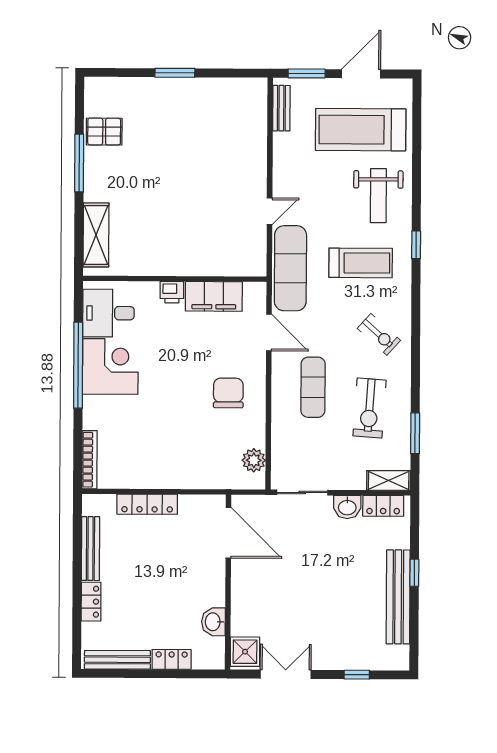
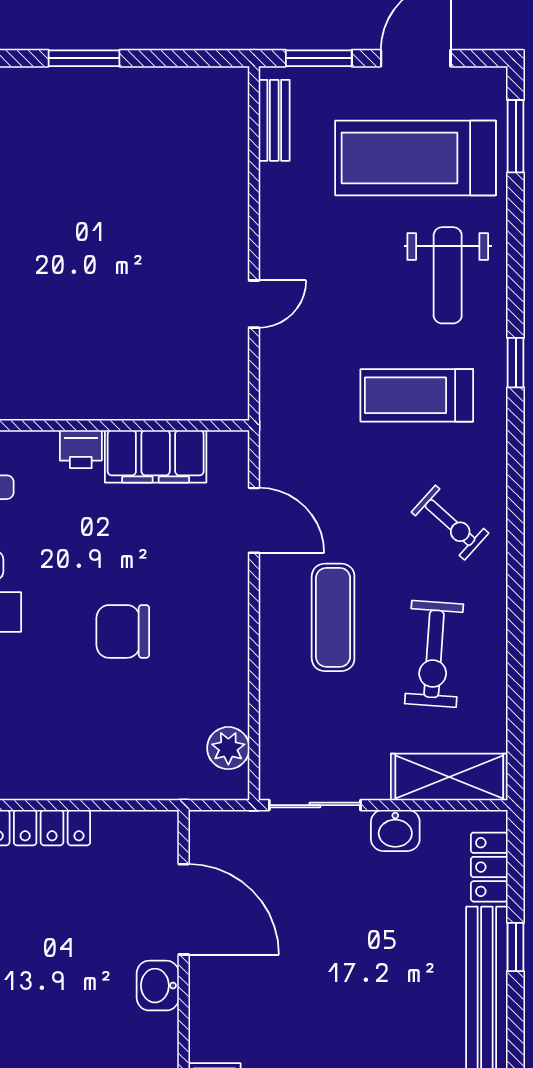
treadmill: (361, 263) -> (417, 395), turned 180
exercise mat: (290, 268) -> (292, 405), removed
chair: (228, 393) -> (123, 631), moved, turned -90
window: (415, 433) -> (516, 136), moved
shelving: (389, 480) -> (449, 777), width x1.50, depth x1.33
locker: (383, 506) -> (489, 867), moved, turned 90
door: (228, 533) -> (184, 909), moved
washbasin: (213, 622) -> (158, 986), moved

